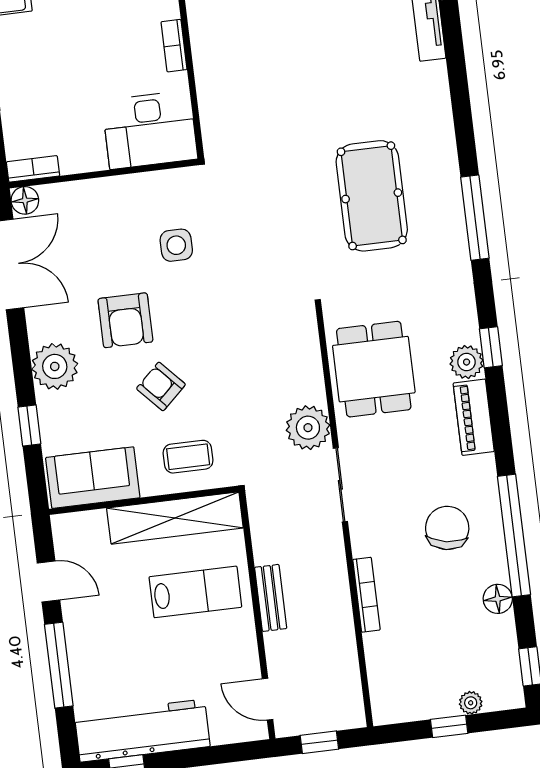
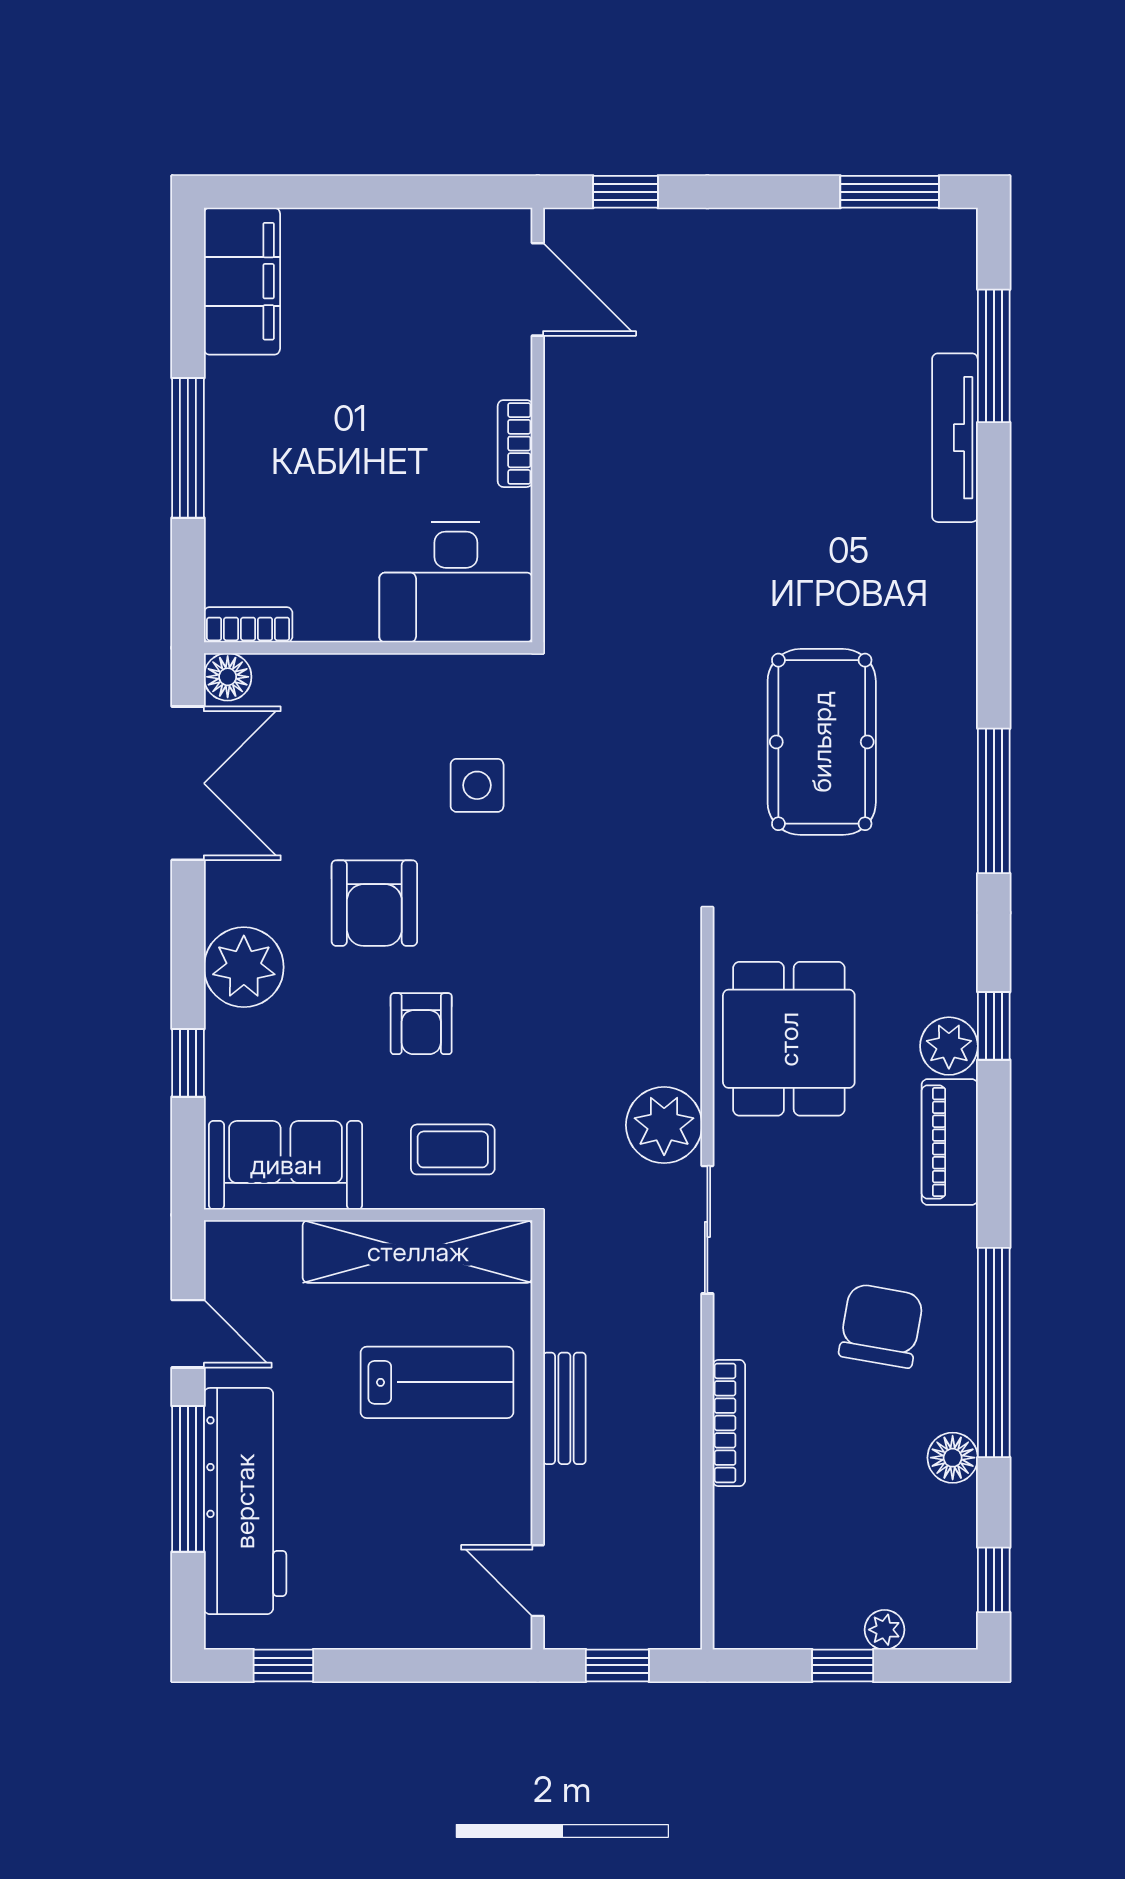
armchair: (161, 386) -> (421, 1024), turned -137
workbench: (142, 731) -> (245, 1501), moved, turned 90

